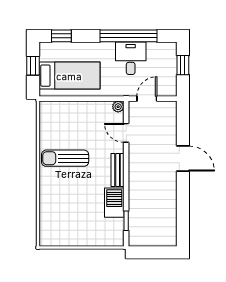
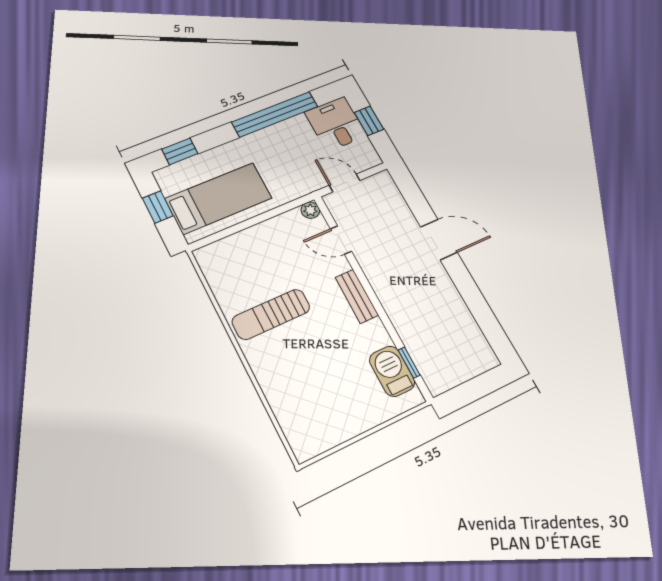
desk: (131, 58) -> (336, 124), moved
door: (147, 99) -> (345, 183), hinge flipped
barbecue: (114, 203) -> (392, 371), moved

